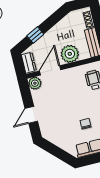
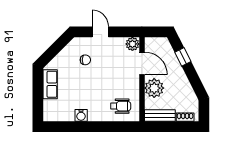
dresser: (29, 63) -> (156, 43), removed
chair: (86, 124) -> (85, 60), moved

